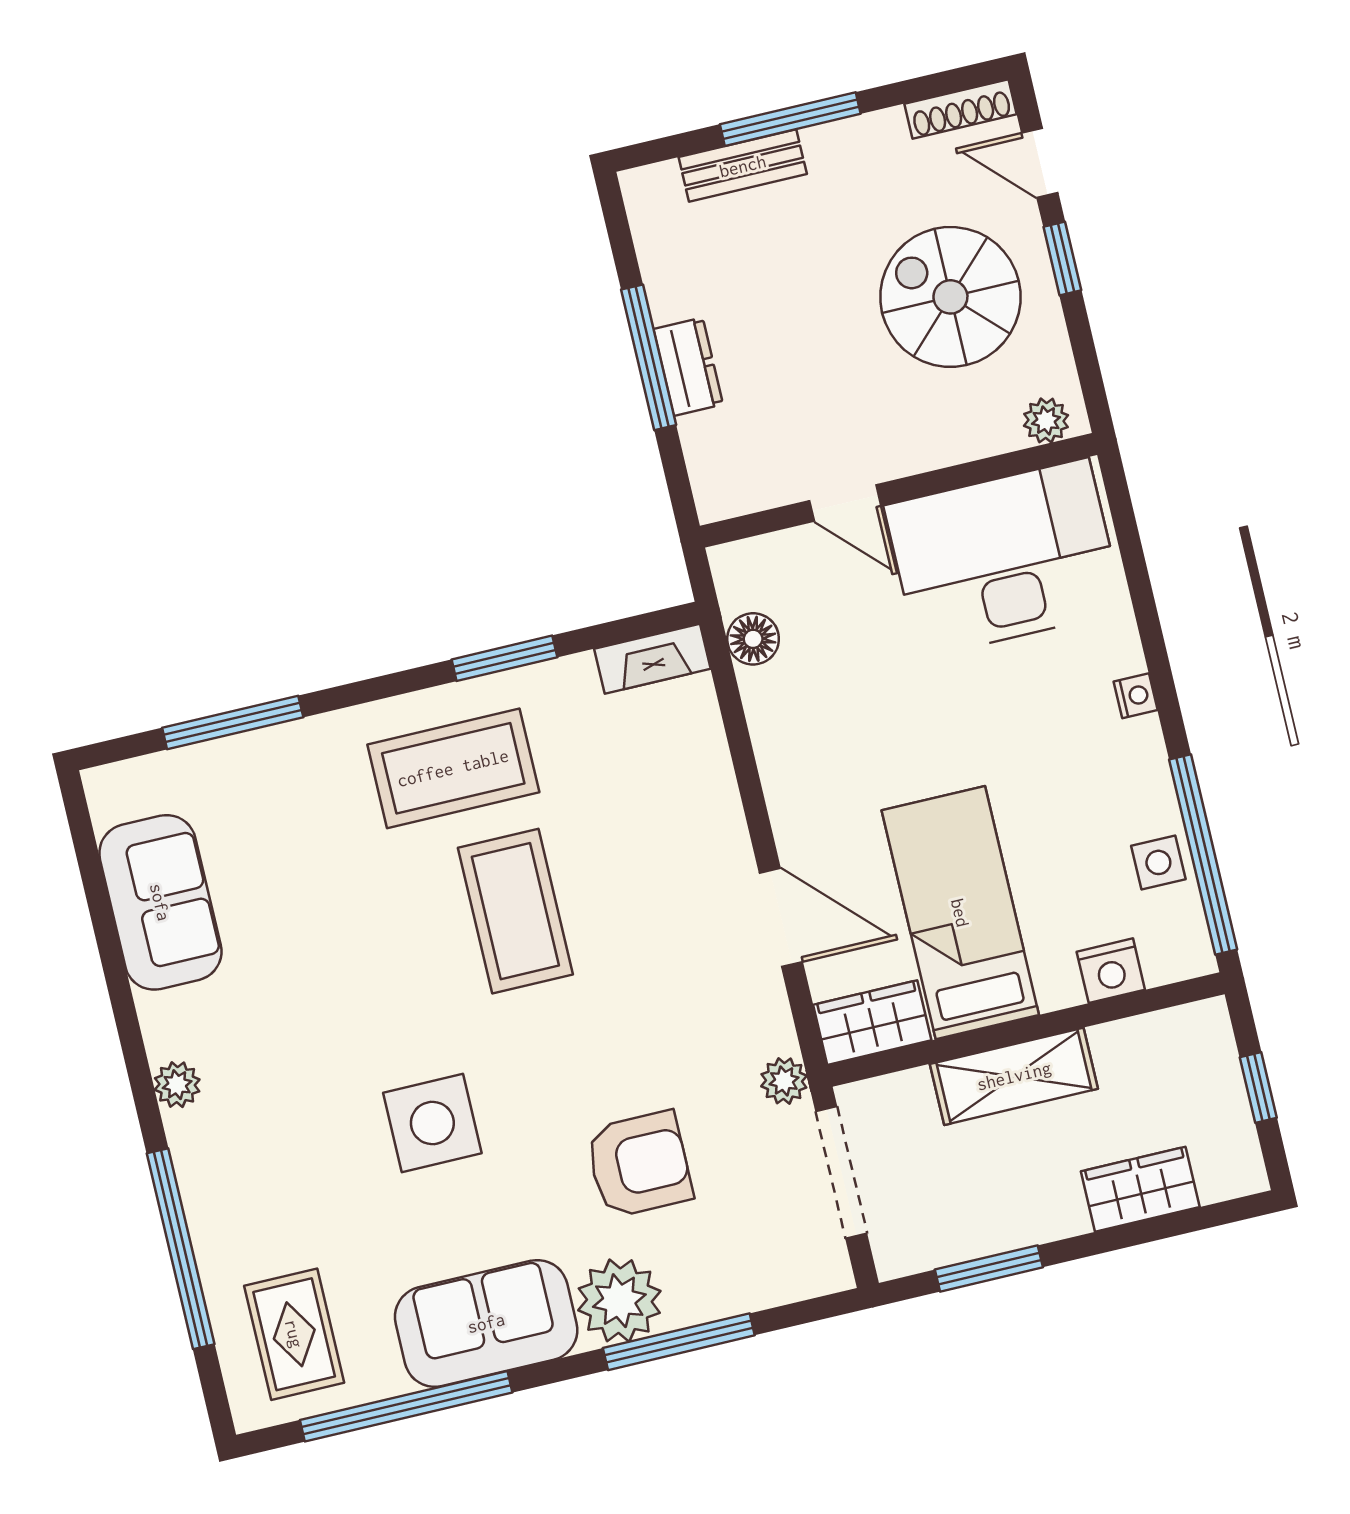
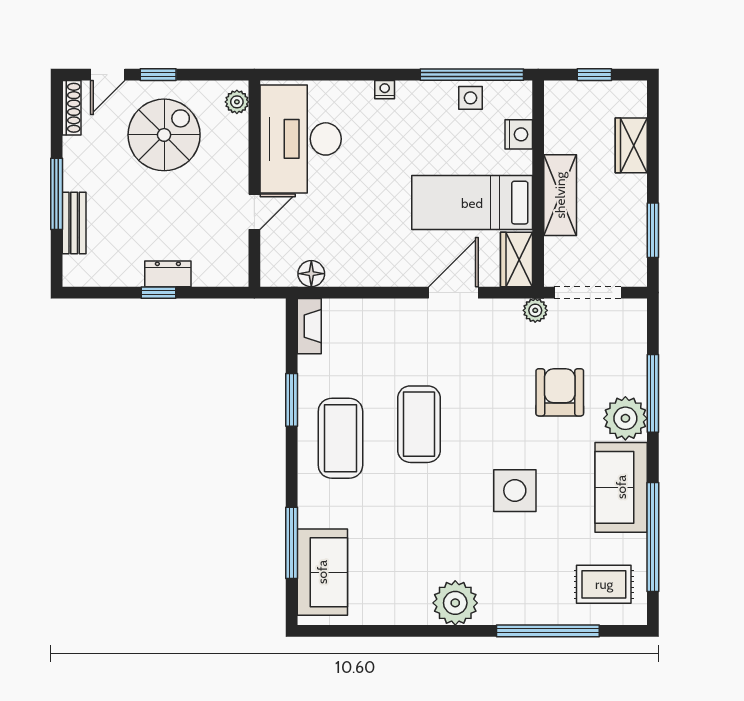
spiral stairs: (950, 297) -> (164, 135), turned 180
window: (649, 357) -> (159, 293), width x0.46
sofa: (160, 902) -> (322, 572), moved, turned 90
coffee table: (515, 911) -> (419, 424), turned 90
plant: (177, 1085) -> (455, 603), width x1.87, depth x1.87

